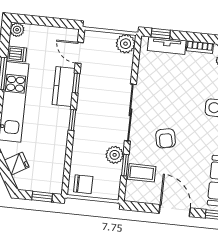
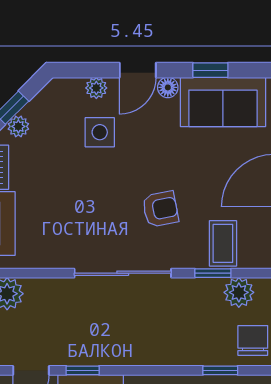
window: (72, 120) -> (220, 370), moved
plant: (115, 155) -> (239, 292), moved

